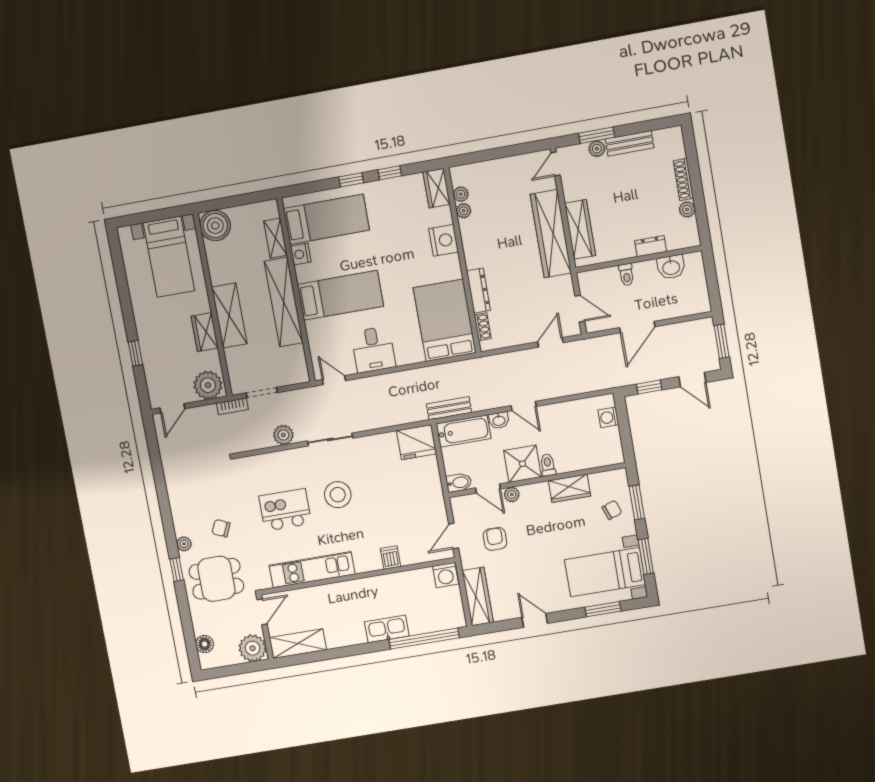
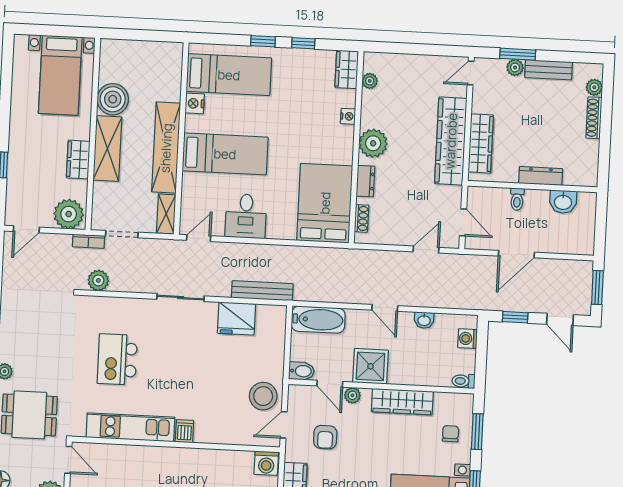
plant: (687, 209) -> (594, 87), moved
plant: (464, 211) -> (373, 143), moved, width x1.88, depth x1.88
boiler: (215, 226) -> (113, 99), moved
shelving: (275, 238) -> (166, 214), moved
nightstand: (444, 240) -> (348, 116), width x0.53, depth x0.56
dresser: (651, 246) -> (541, 176), width x1.44
dresser: (478, 291) -> (365, 181), width x0.70
door: (334, 380) -> (199, 238), hinge flipped
bench: (449, 408) -> (262, 291), moved, width x1.36
washbasin: (499, 420) -> (424, 320), moved
plant: (283, 435) -> (98, 280), moved
fridge: (417, 442) -> (237, 319), moved
toilet: (548, 465) -> (463, 381), moved, turned -90
wardrobe: (570, 488) -> (402, 402), width x1.50
stool: (338, 495) -> (263, 396), moved
kitchen island: (285, 510) -> (117, 359), turned -90
chair: (612, 510) -> (450, 434), turned -70
chair: (221, 528) -> (47, 364), removed
armchair: (495, 539) -> (325, 437), turned 180
dishwasher: (390, 558) -> (184, 431), moved
door: (262, 612) -> (68, 460), hinge flipped

